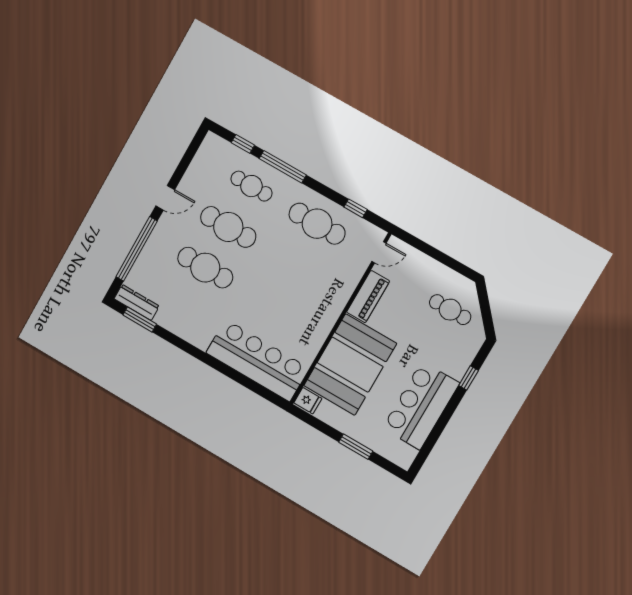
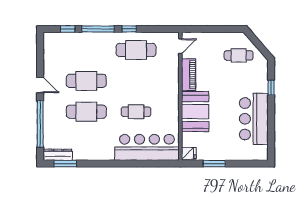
cafe table: (251, 186) -> (136, 112), moved
door: (165, 198) -> (40, 85), hinge flipped
window: (356, 208) -> (129, 29), moved
booth: (350, 365) -> (195, 112), width x0.73, depth x0.70
window: (356, 447) -> (214, 164), moved

